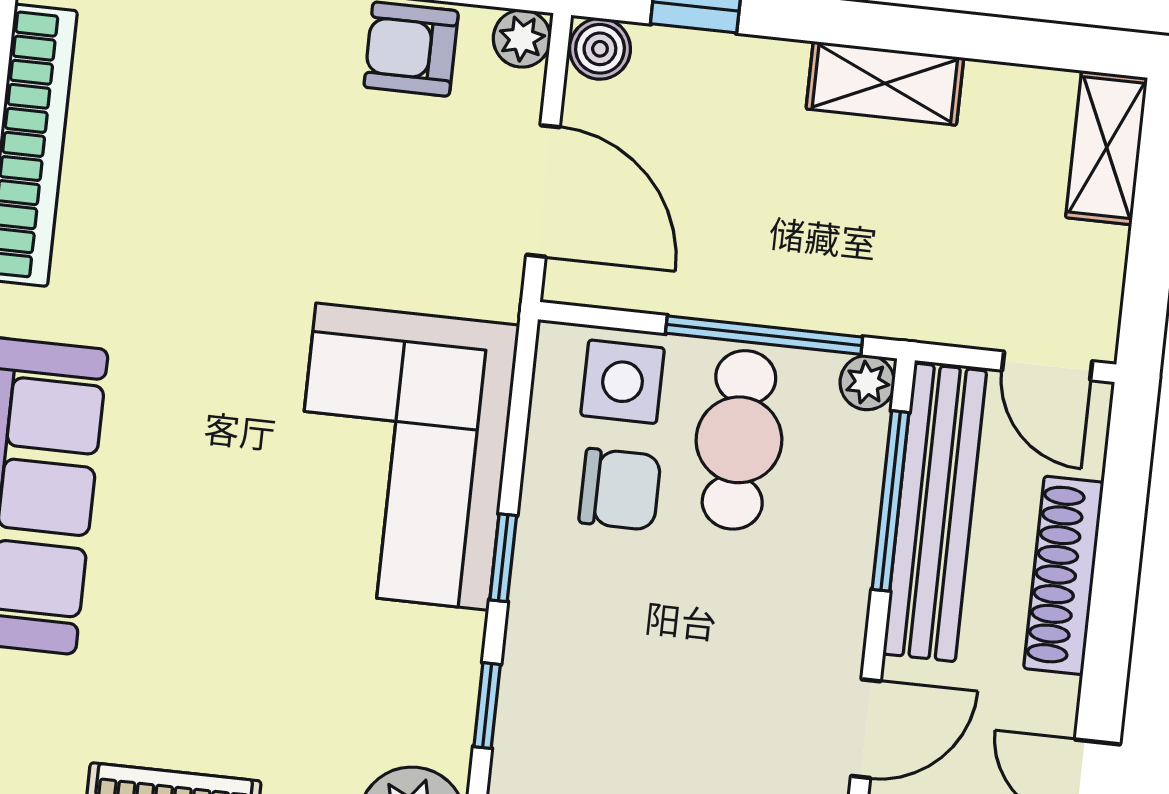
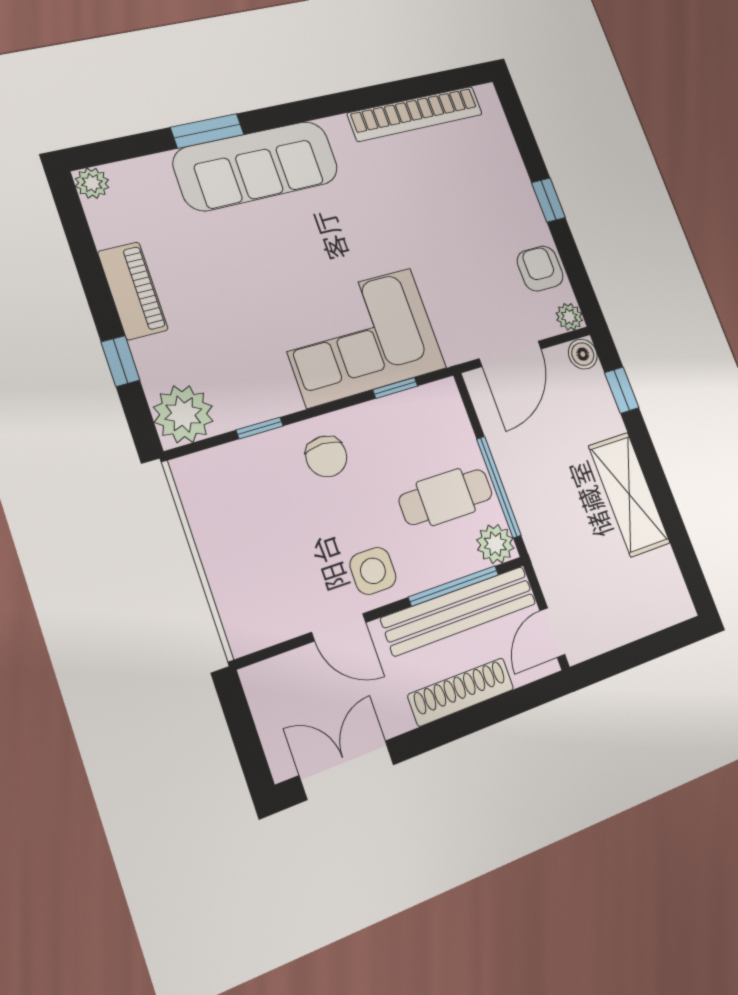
shelving: (885, 83) -> (629, 494), width x1.50, depth x1.33
shelving: (1107, 148) -> (660, 612), removed
side table: (622, 382) -> (373, 571), moved
plant: (867, 383) -> (495, 544), width x1.38, depth x1.38
chair: (620, 489) -> (326, 456), moved
window: (503, 558) -> (395, 388), moved

